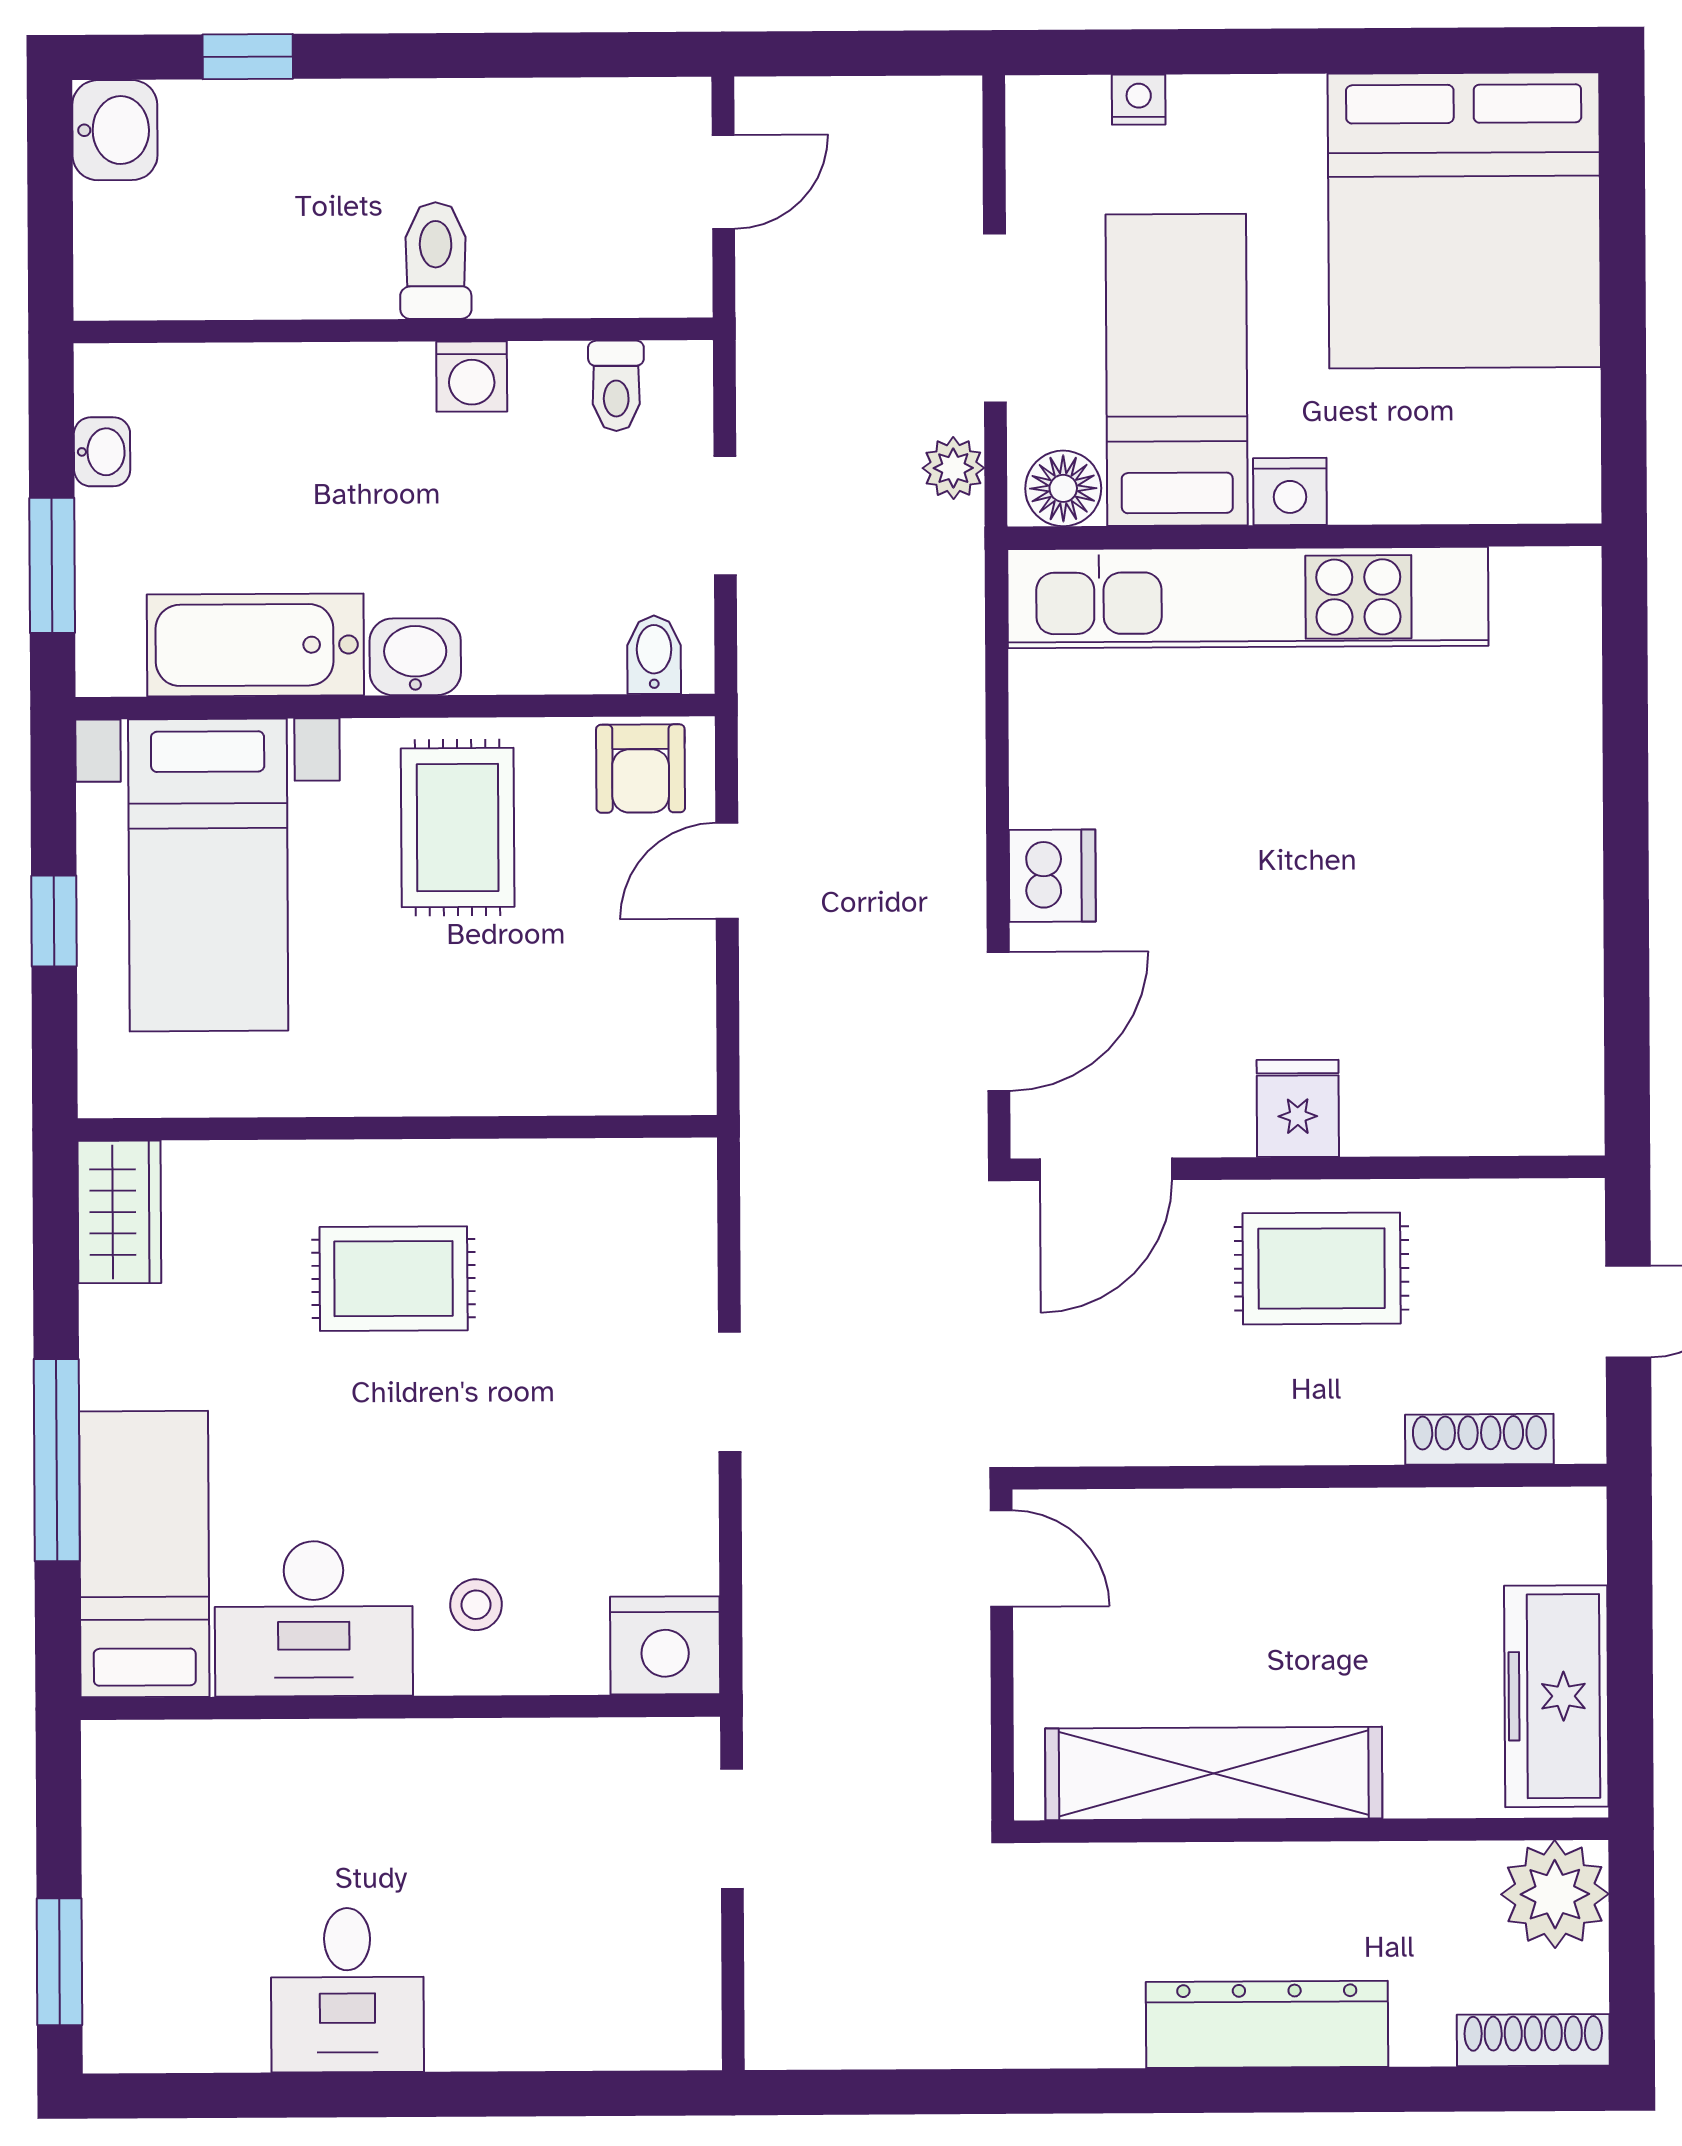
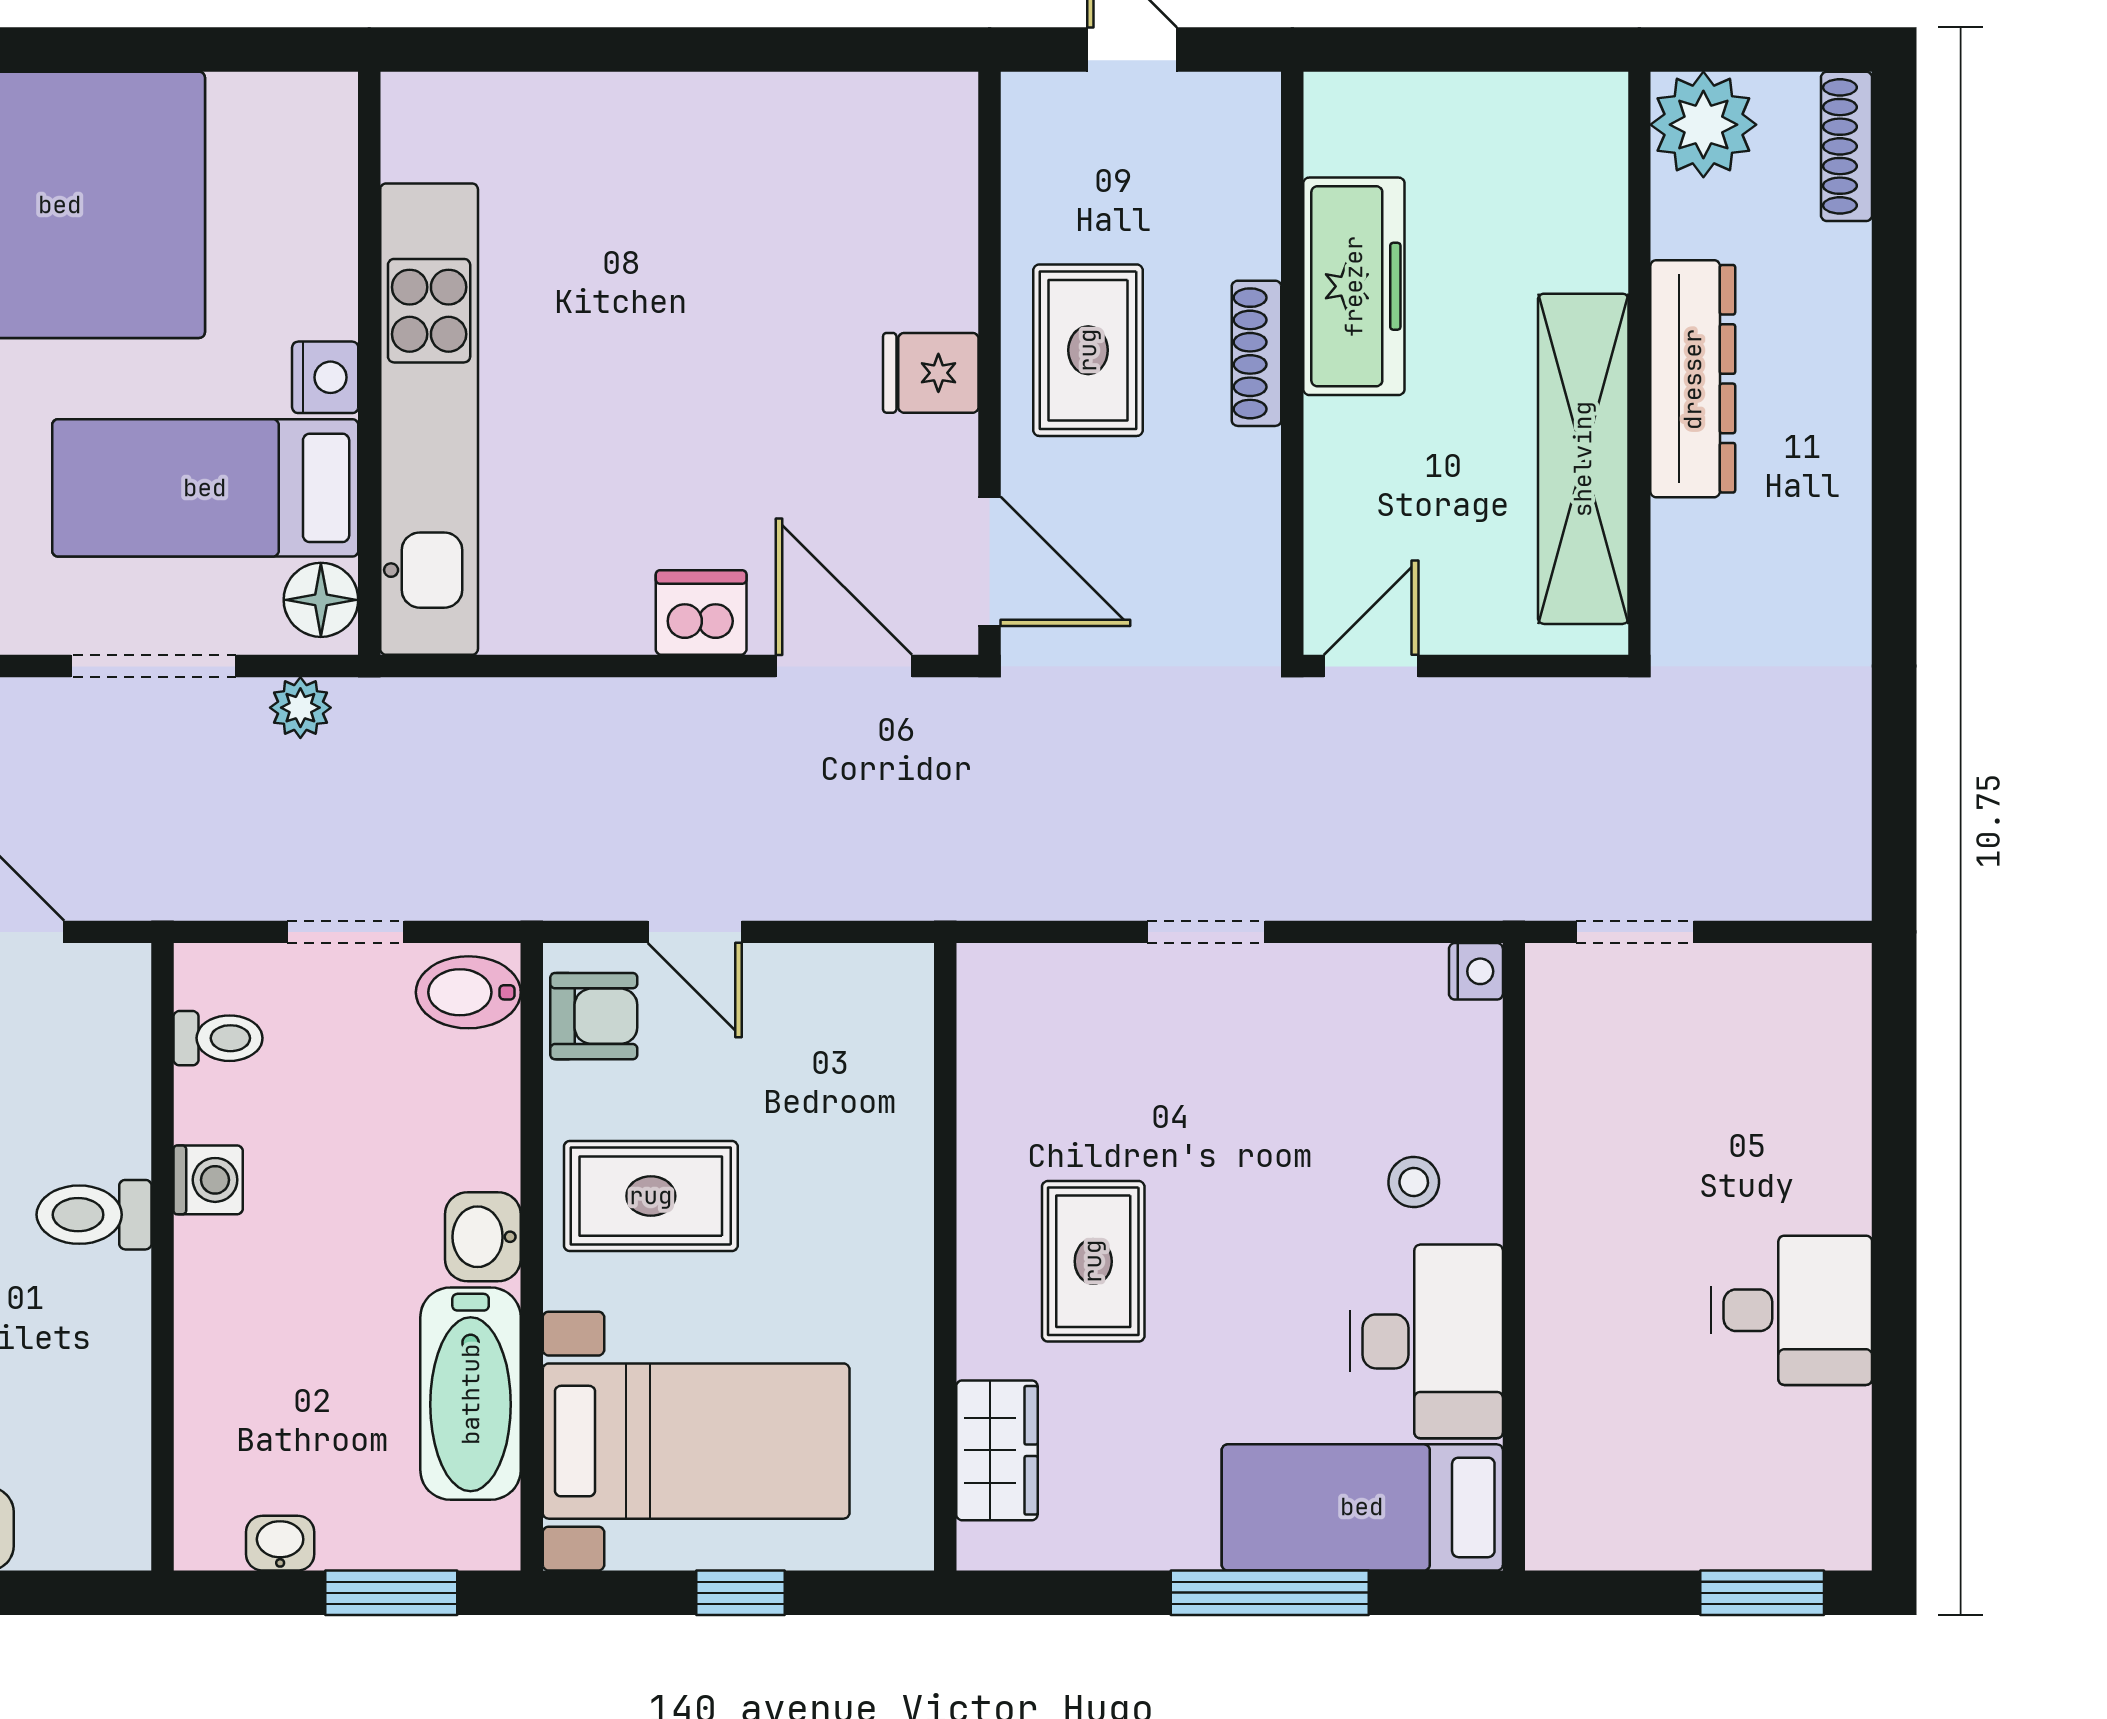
bidet: (654, 655) -> (468, 992), width x1.38, depth x1.36
wardrobe: (119, 1212) -> (997, 1450), moved, turned 90
shoe rack: (1479, 1439) -> (1257, 353), moved
nightstand: (665, 1645) -> (1476, 971), width x0.53, depth x0.56
freezer: (1556, 1696) -> (1354, 286), moved, turned -90
dresser: (1267, 2024) -> (1693, 379), moved, turned 180

